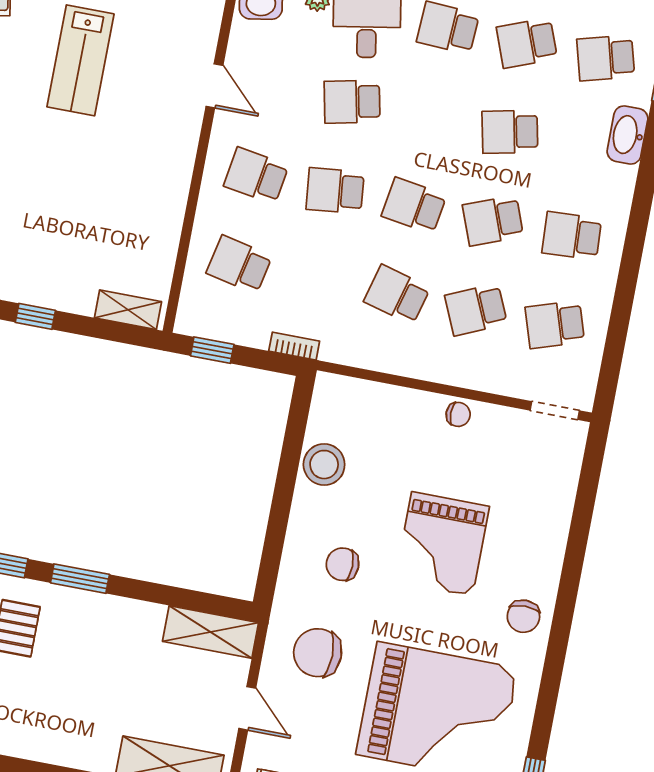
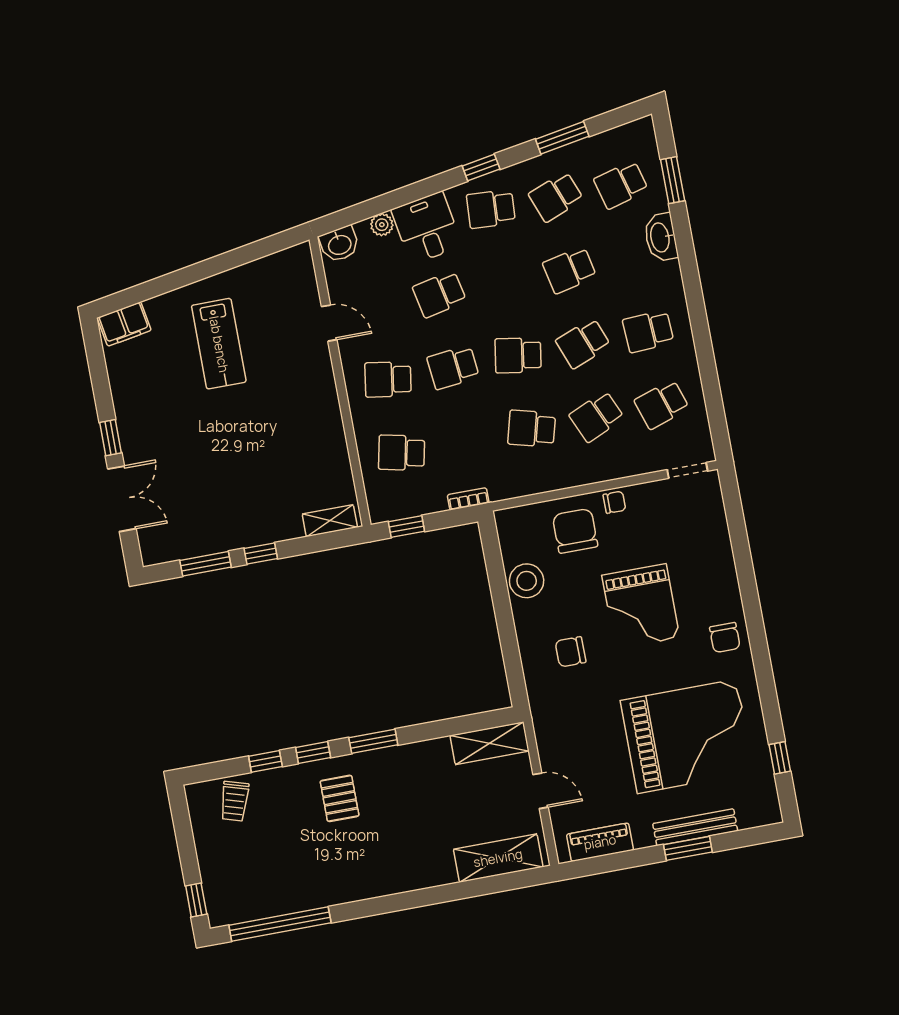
chair: (318, 653) -> (575, 531), moved, turned 90

